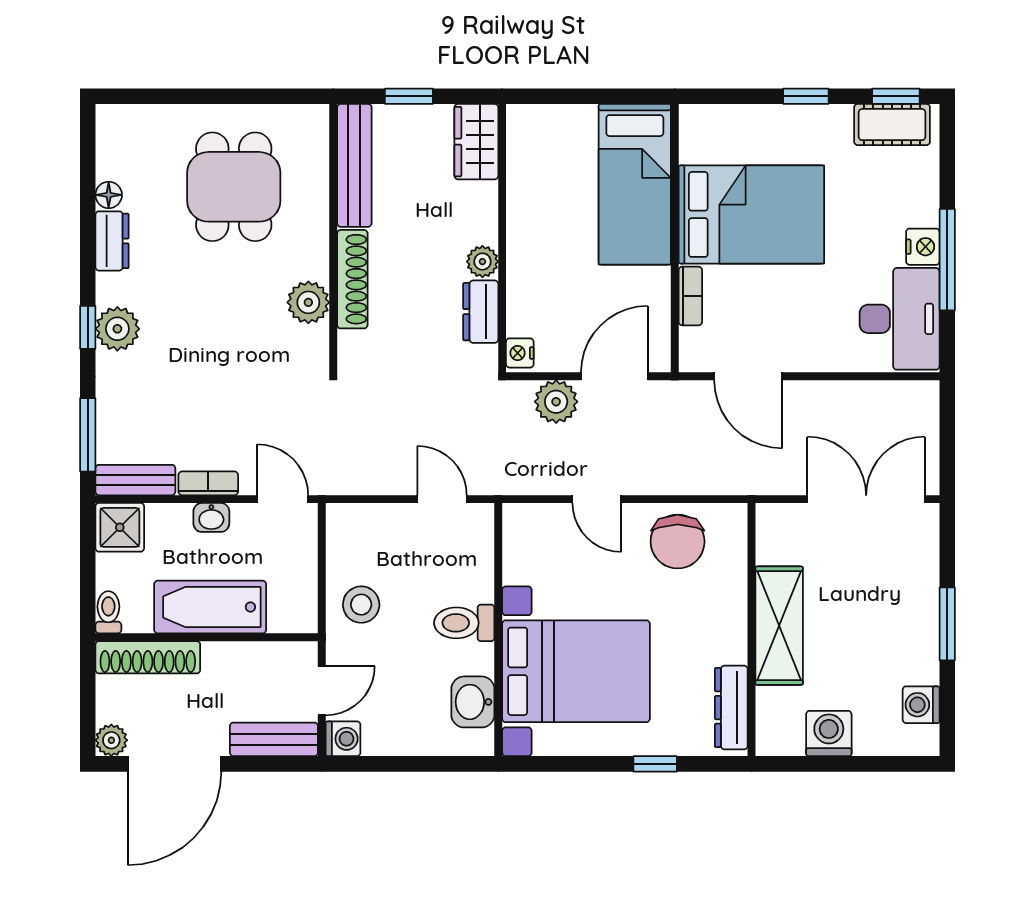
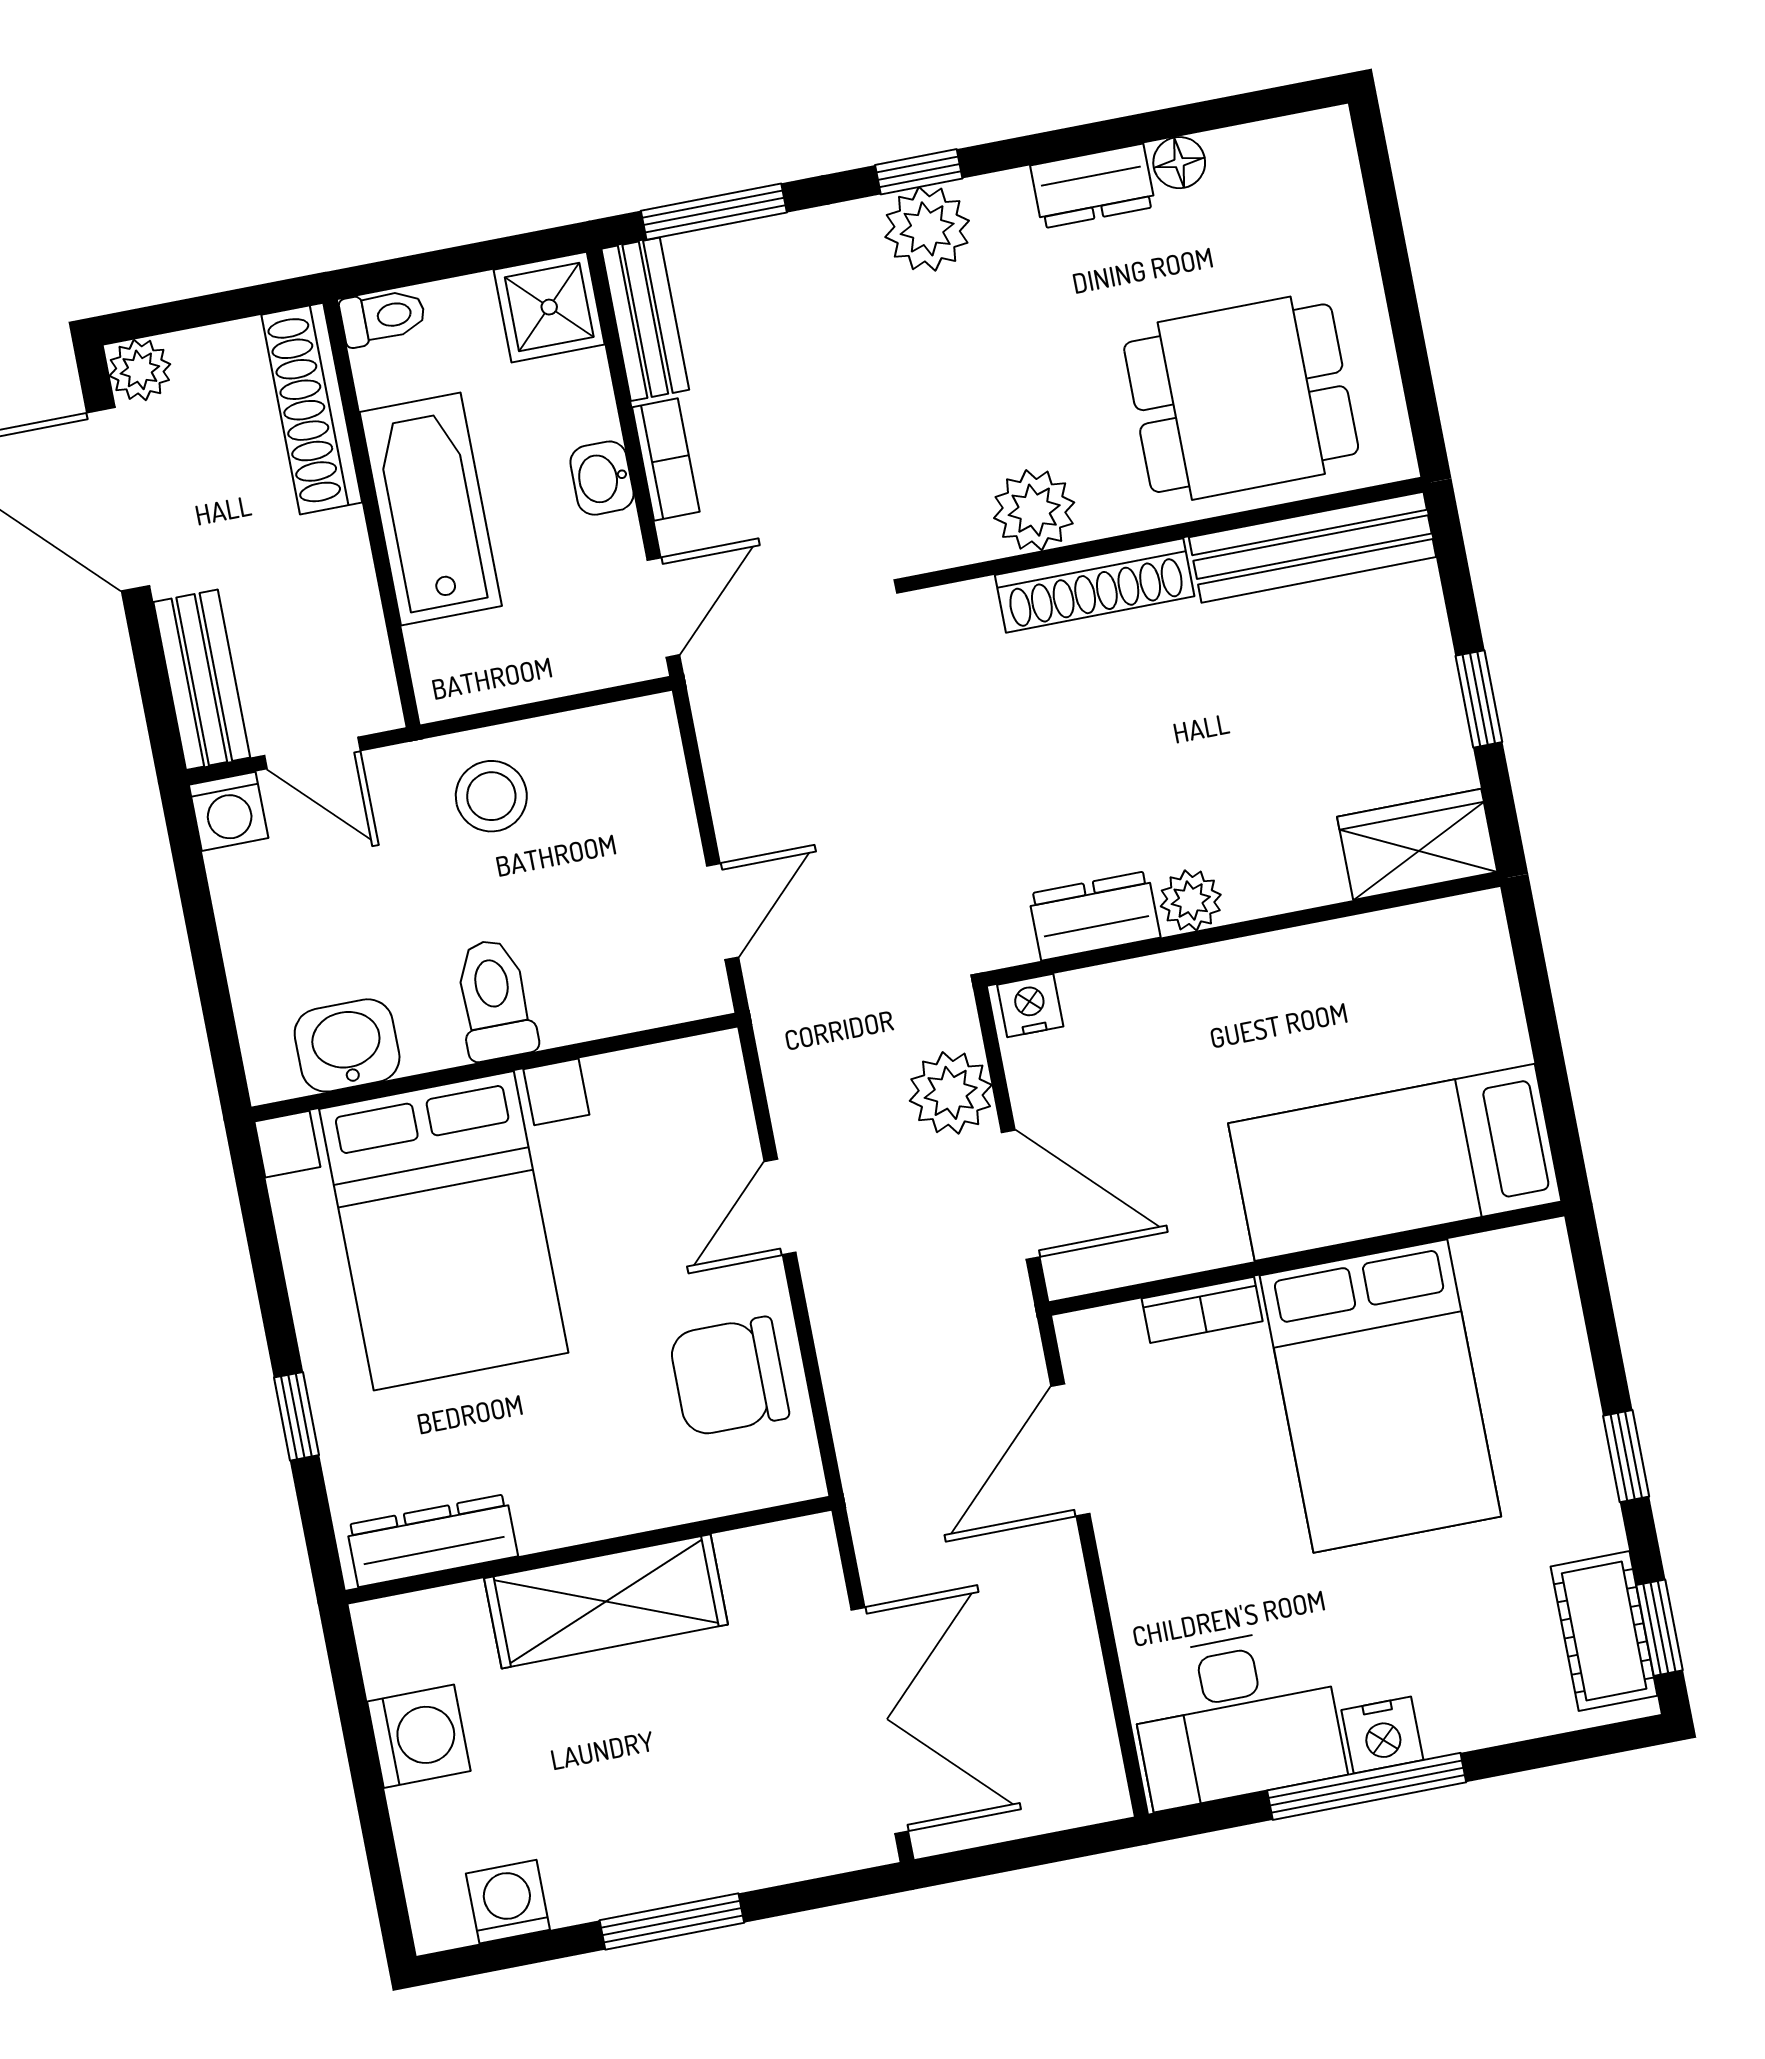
bench: (354, 165) -> (1313, 547), moved
wall: (333, 238) -> (1166, 534), moved
shoe rack: (352, 279) -> (1095, 586), moved
plant: (308, 302) -> (1034, 510), moved

